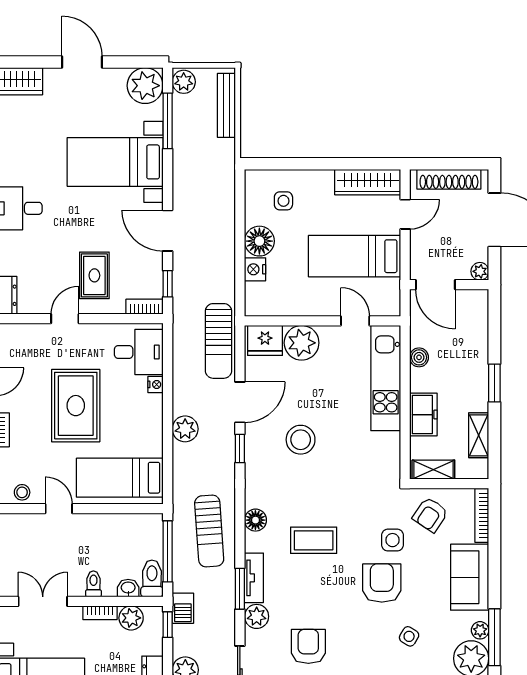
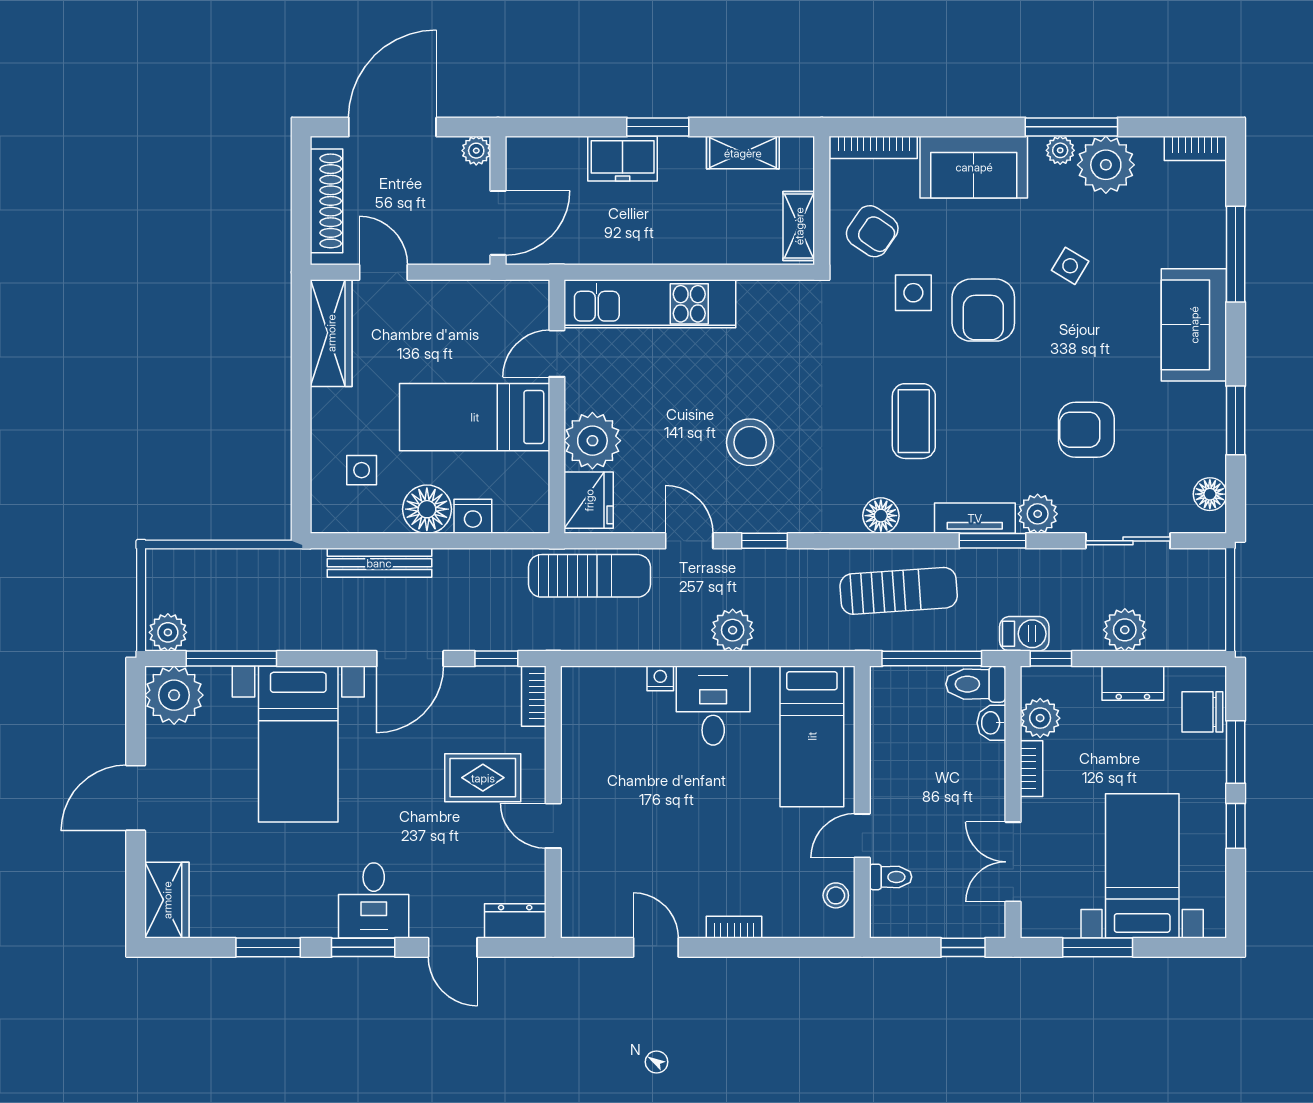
bench: (226, 105) -> (379, 563), moved
bed: (354, 256) -> (475, 417), moved, turned 90
desk: (139, 352) -> (713, 706), moved
boiler: (419, 357) -> (616, 250), removed
door: (240, 402) -> (689, 541), width x0.73
rug: (76, 406) -> (695, 808), removed
freezer: (423, 415) -> (623, 159), moved, turned 180
armchair: (382, 583) -> (983, 310), turned -90
toilet: (93, 584) -> (891, 877), moved, turned 180

